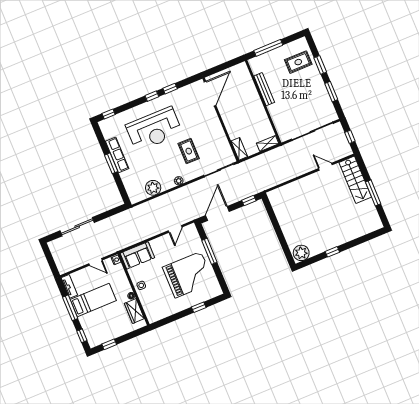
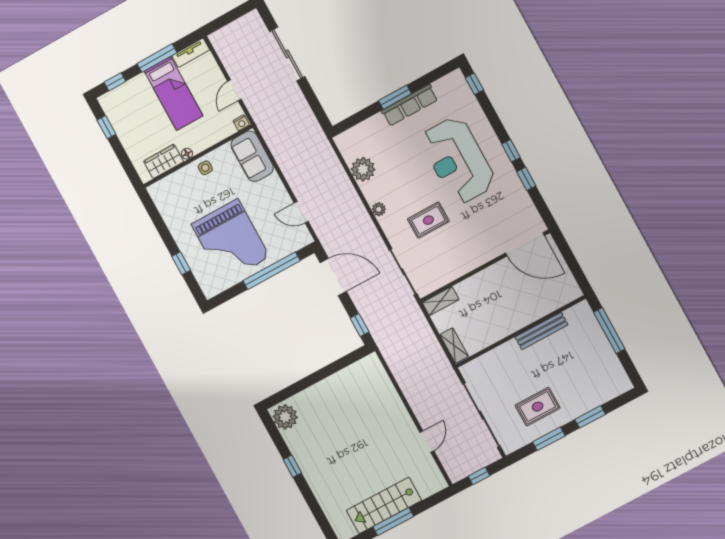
rug: (298, 62) -> (538, 407), moved, turned 90
stairs: (355, 180) -> (384, 505), moved
window: (209, 251) -> (272, 271), width x1.46

